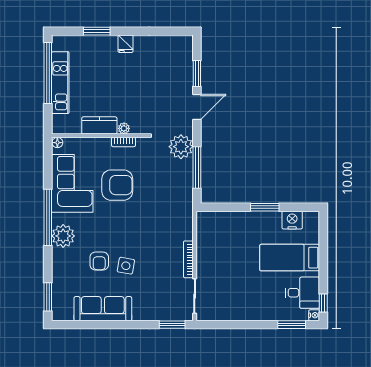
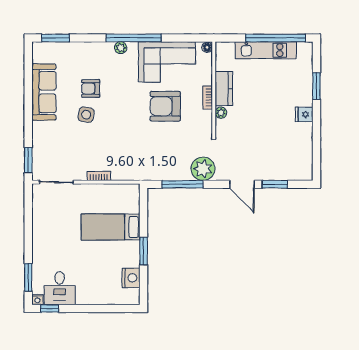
bookcase: (124, 142) -> (208, 98), moved
armchair: (117, 185) -> (165, 106), turned 90
plant: (63, 236) -> (121, 48), width x0.53, depth x0.53
bed: (290, 258) -> (111, 227), moved, turned -90
bookcase: (188, 259) -> (99, 176), width x0.64

